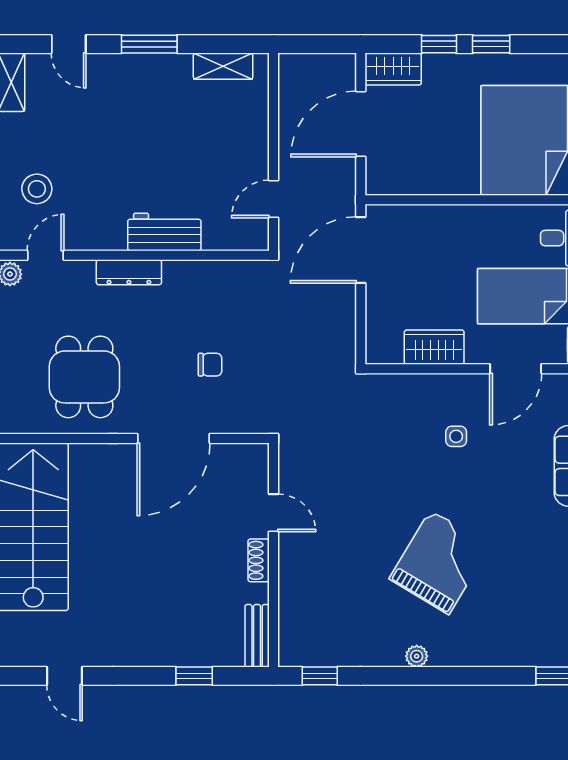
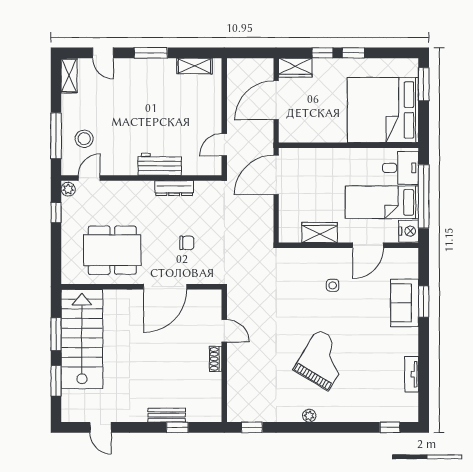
dresser: (129, 272) -> (174, 188), moved
dining table: (84, 377) -> (112, 250), width x1.37
bench: (257, 636) -> (167, 415), moved, turned 90

